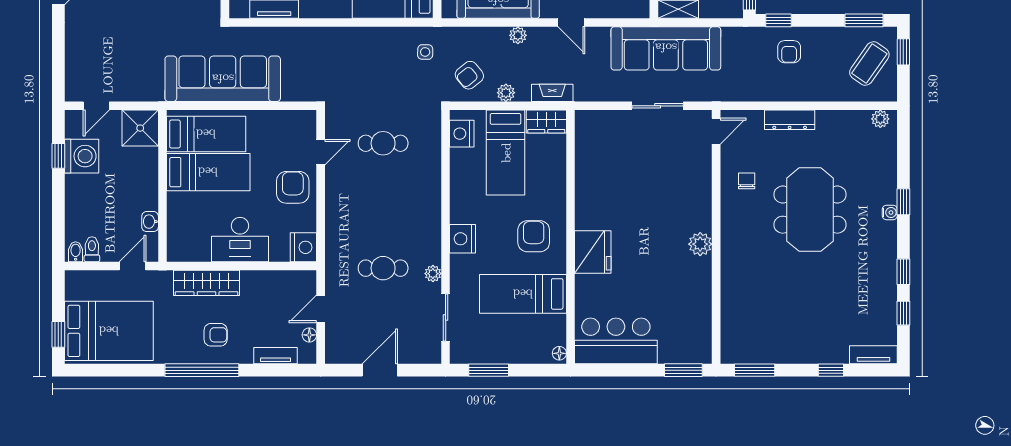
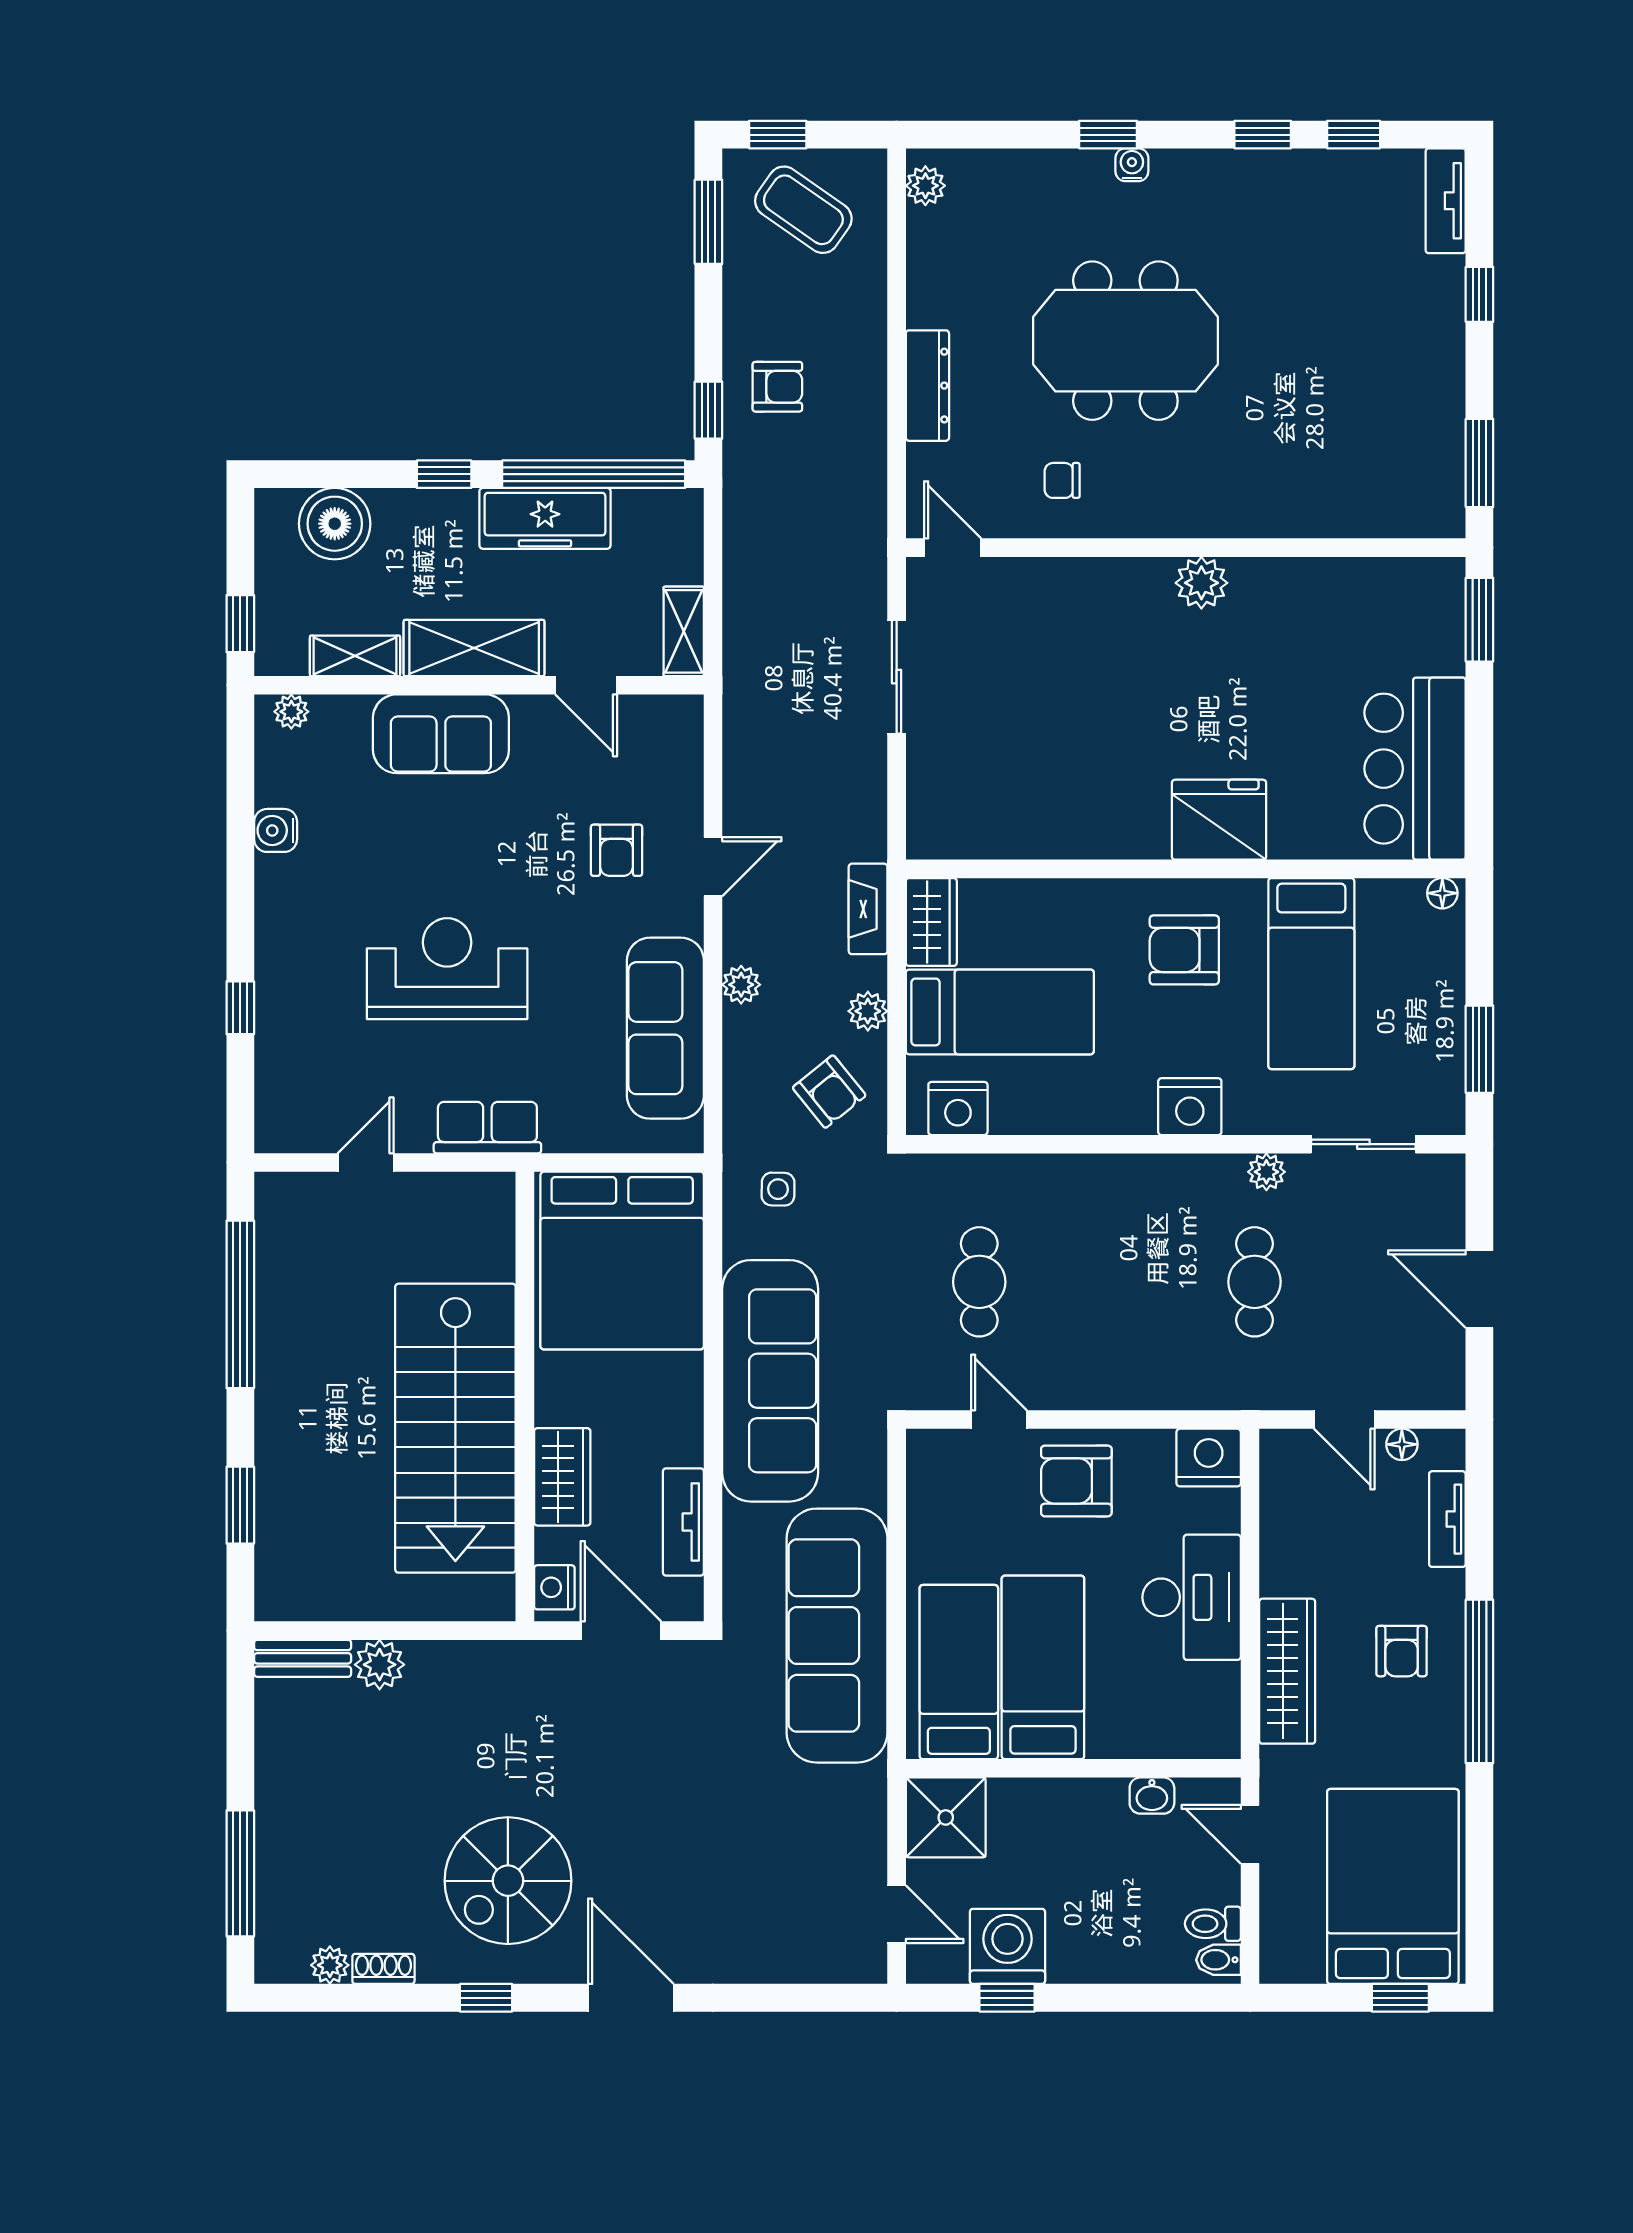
sofa: (666, 48) -> (770, 1381), moved
armchair: (216, 335) -> (1402, 1651), turned 180

